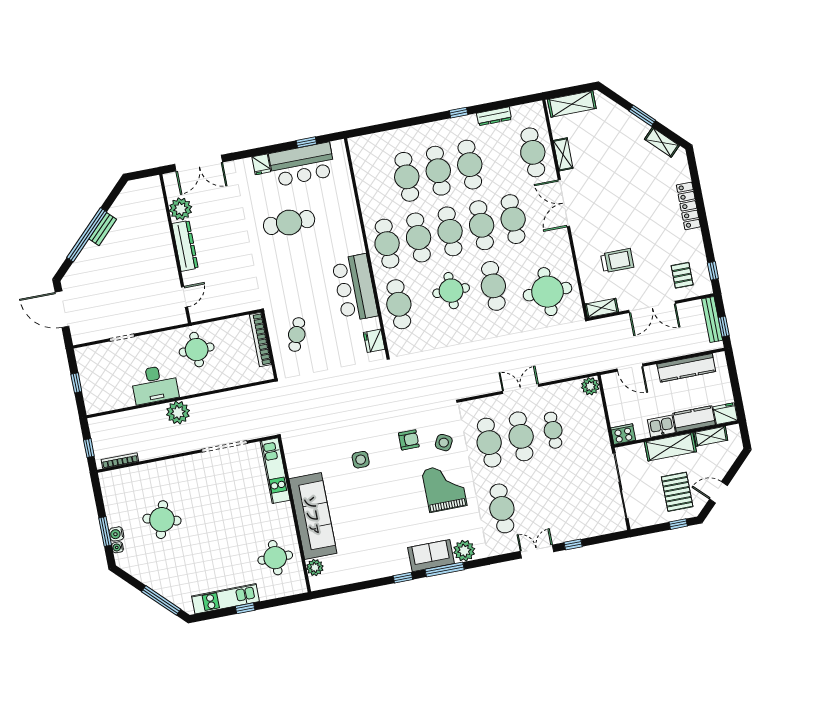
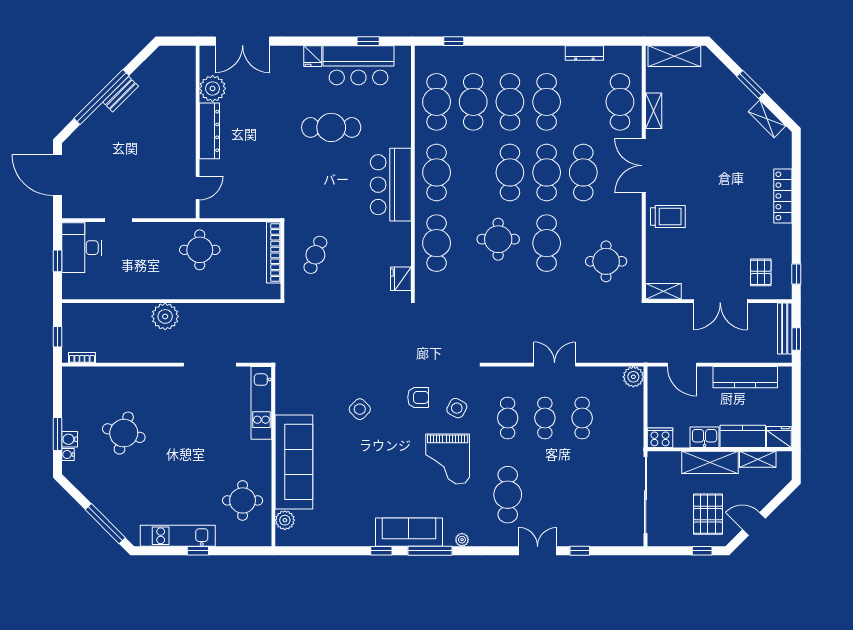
window: (459, 113) -> (454, 41), moved
cafe table: (419, 237) -> (437, 102), moved
trolley: (617, 261) -> (668, 217), moved
bar counter: (355, 288) -> (391, 185), moved
round table: (547, 292) -> (606, 261), width x0.73, depth x0.73
desk: (155, 384) -> (82, 248), moved, turned 90
cafe table: (521, 436) -> (545, 418), width x0.73, depth x0.74
cafe table: (489, 443) -> (508, 418), width x0.73, depth x0.74
side table: (361, 460) -> (360, 409), turned 45
bookcase: (120, 461) -> (82, 358), width x0.64
grand piano: (444, 488) -> (448, 459), turned 180
plant: (464, 551) -> (462, 540), width x0.53, depth x0.53
sofa: (431, 556) -> (409, 532), width x1.36

